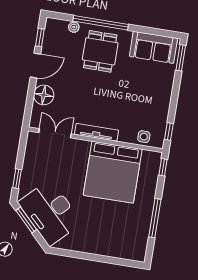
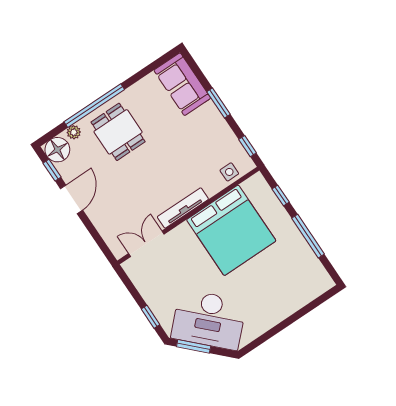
sofa: (153, 47) -> (182, 84), moved, turned 90
window: (181, 58) -> (219, 103), moved
floor lamp: (44, 95) -> (57, 150), moved
window: (163, 167) -> (281, 195), moved

